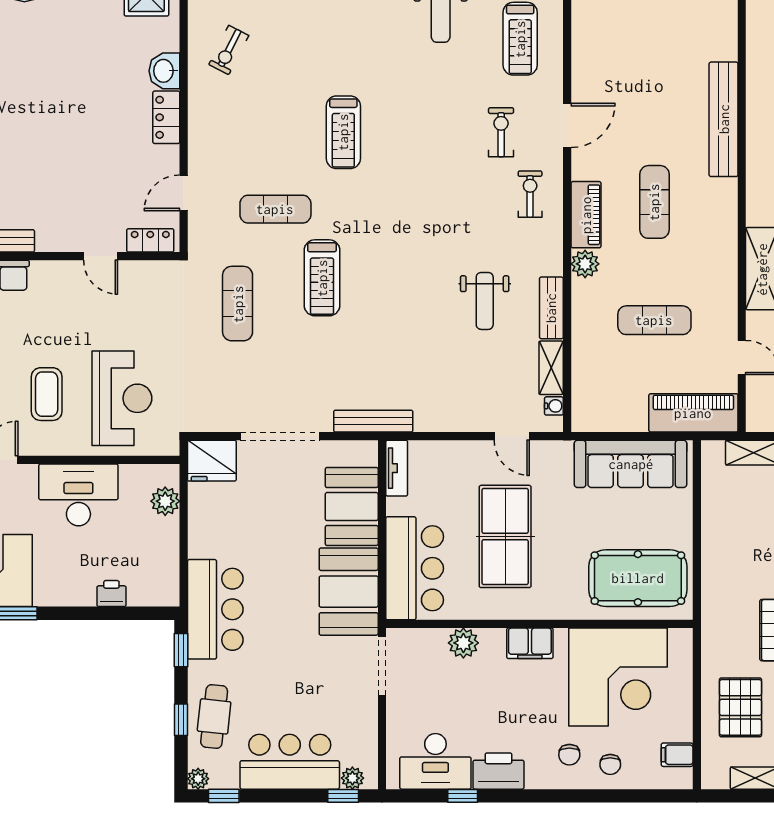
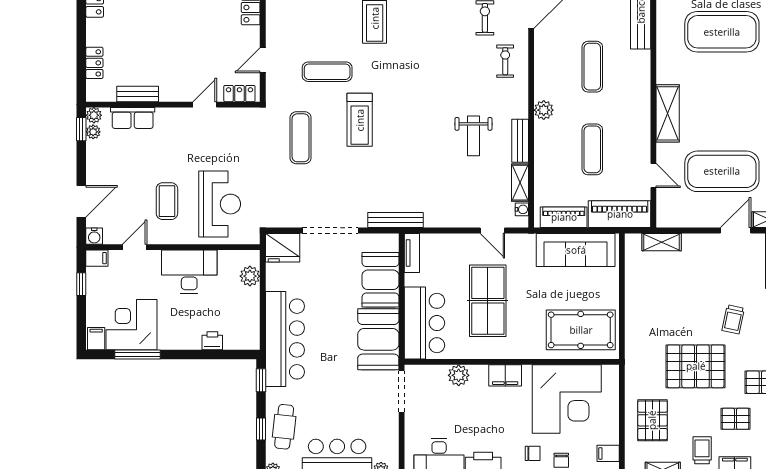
piano: (586, 215) -> (564, 217), moved, turned -90
door: (101, 256) -> (205, 105), swing flipped
exercise mat: (654, 320) -> (592, 149), turned 90
bar counter: (215, 609) -> (285, 339), width x1.36
chair: (569, 755) -> (533, 453), turned -90

